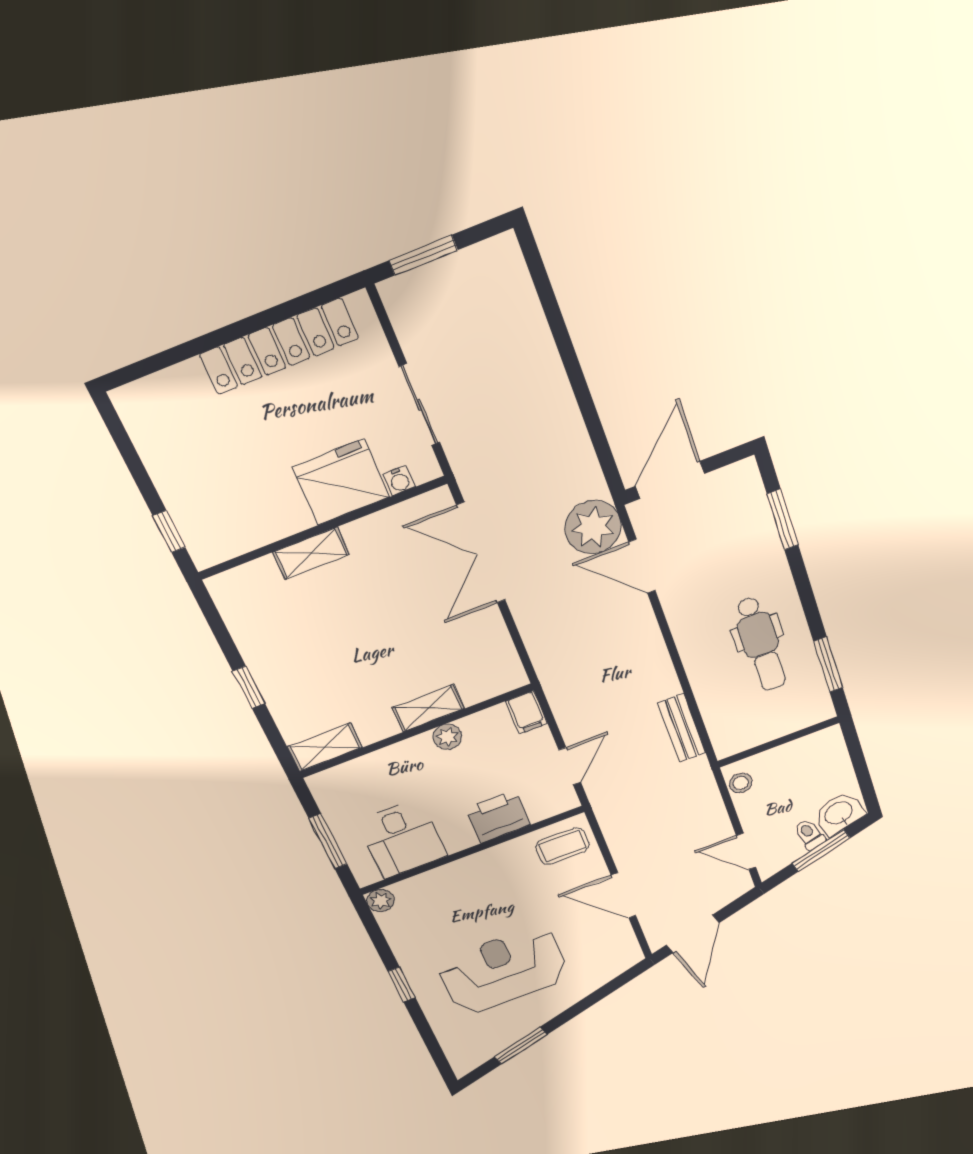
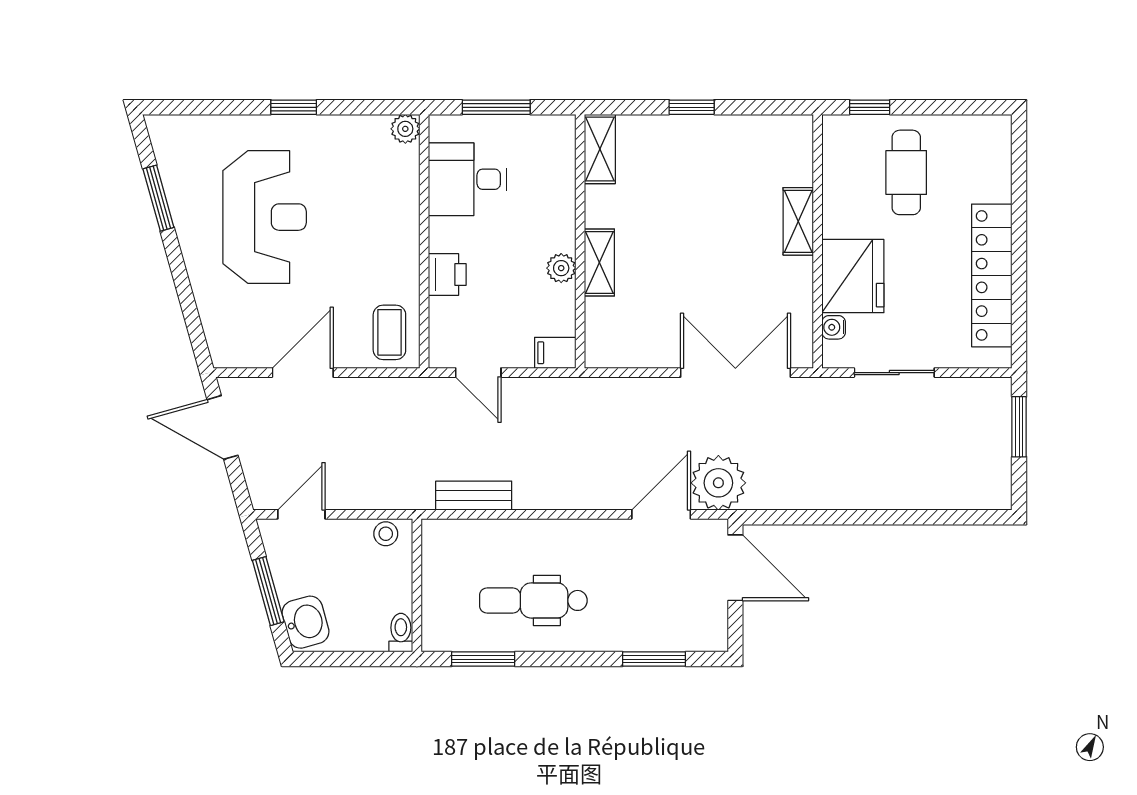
cafe table: (216, 472) -> (906, 172), added
printer: (498, 816) -> (447, 275), width x0.73, depth x0.81
toilet: (809, 834) -> (401, 633), moved, turned -74

